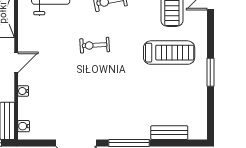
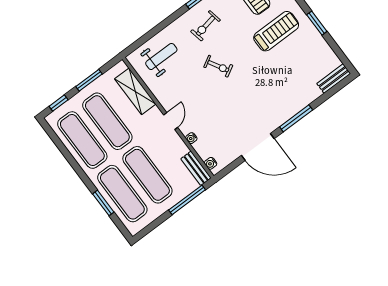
exercise bike: (95, 45) -> (218, 66), turned -117
bench: (169, 133) -> (334, 78), moved

